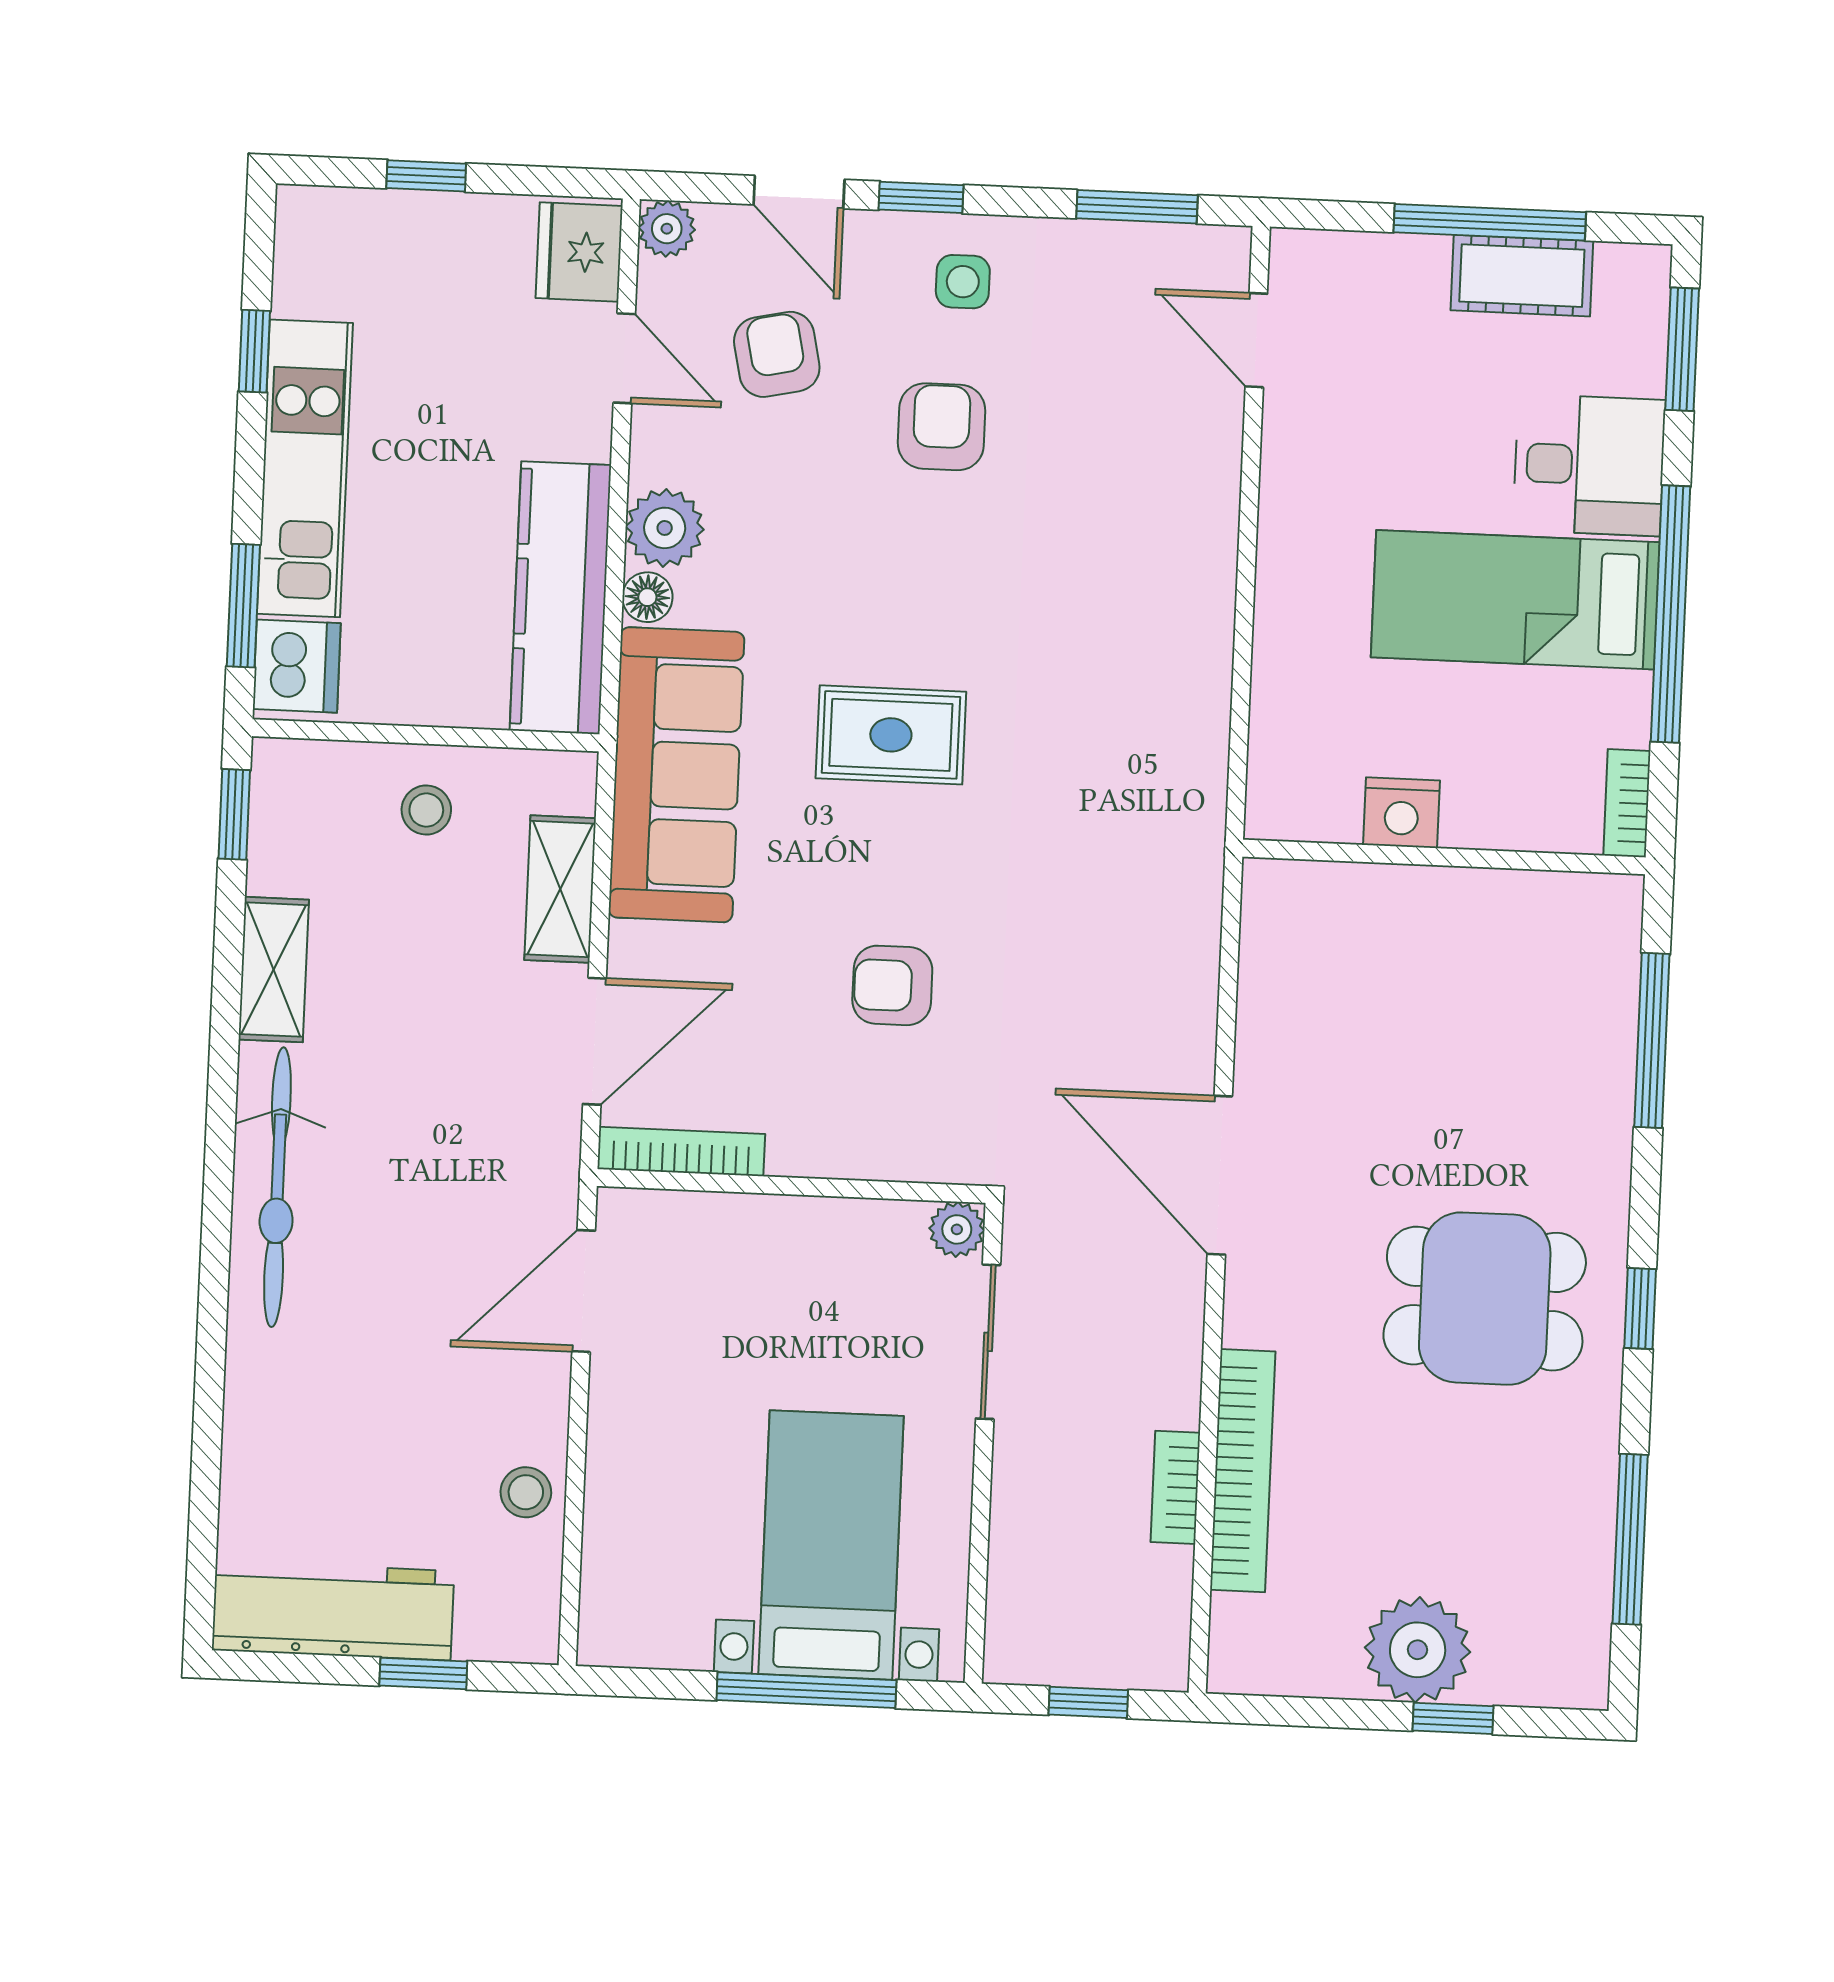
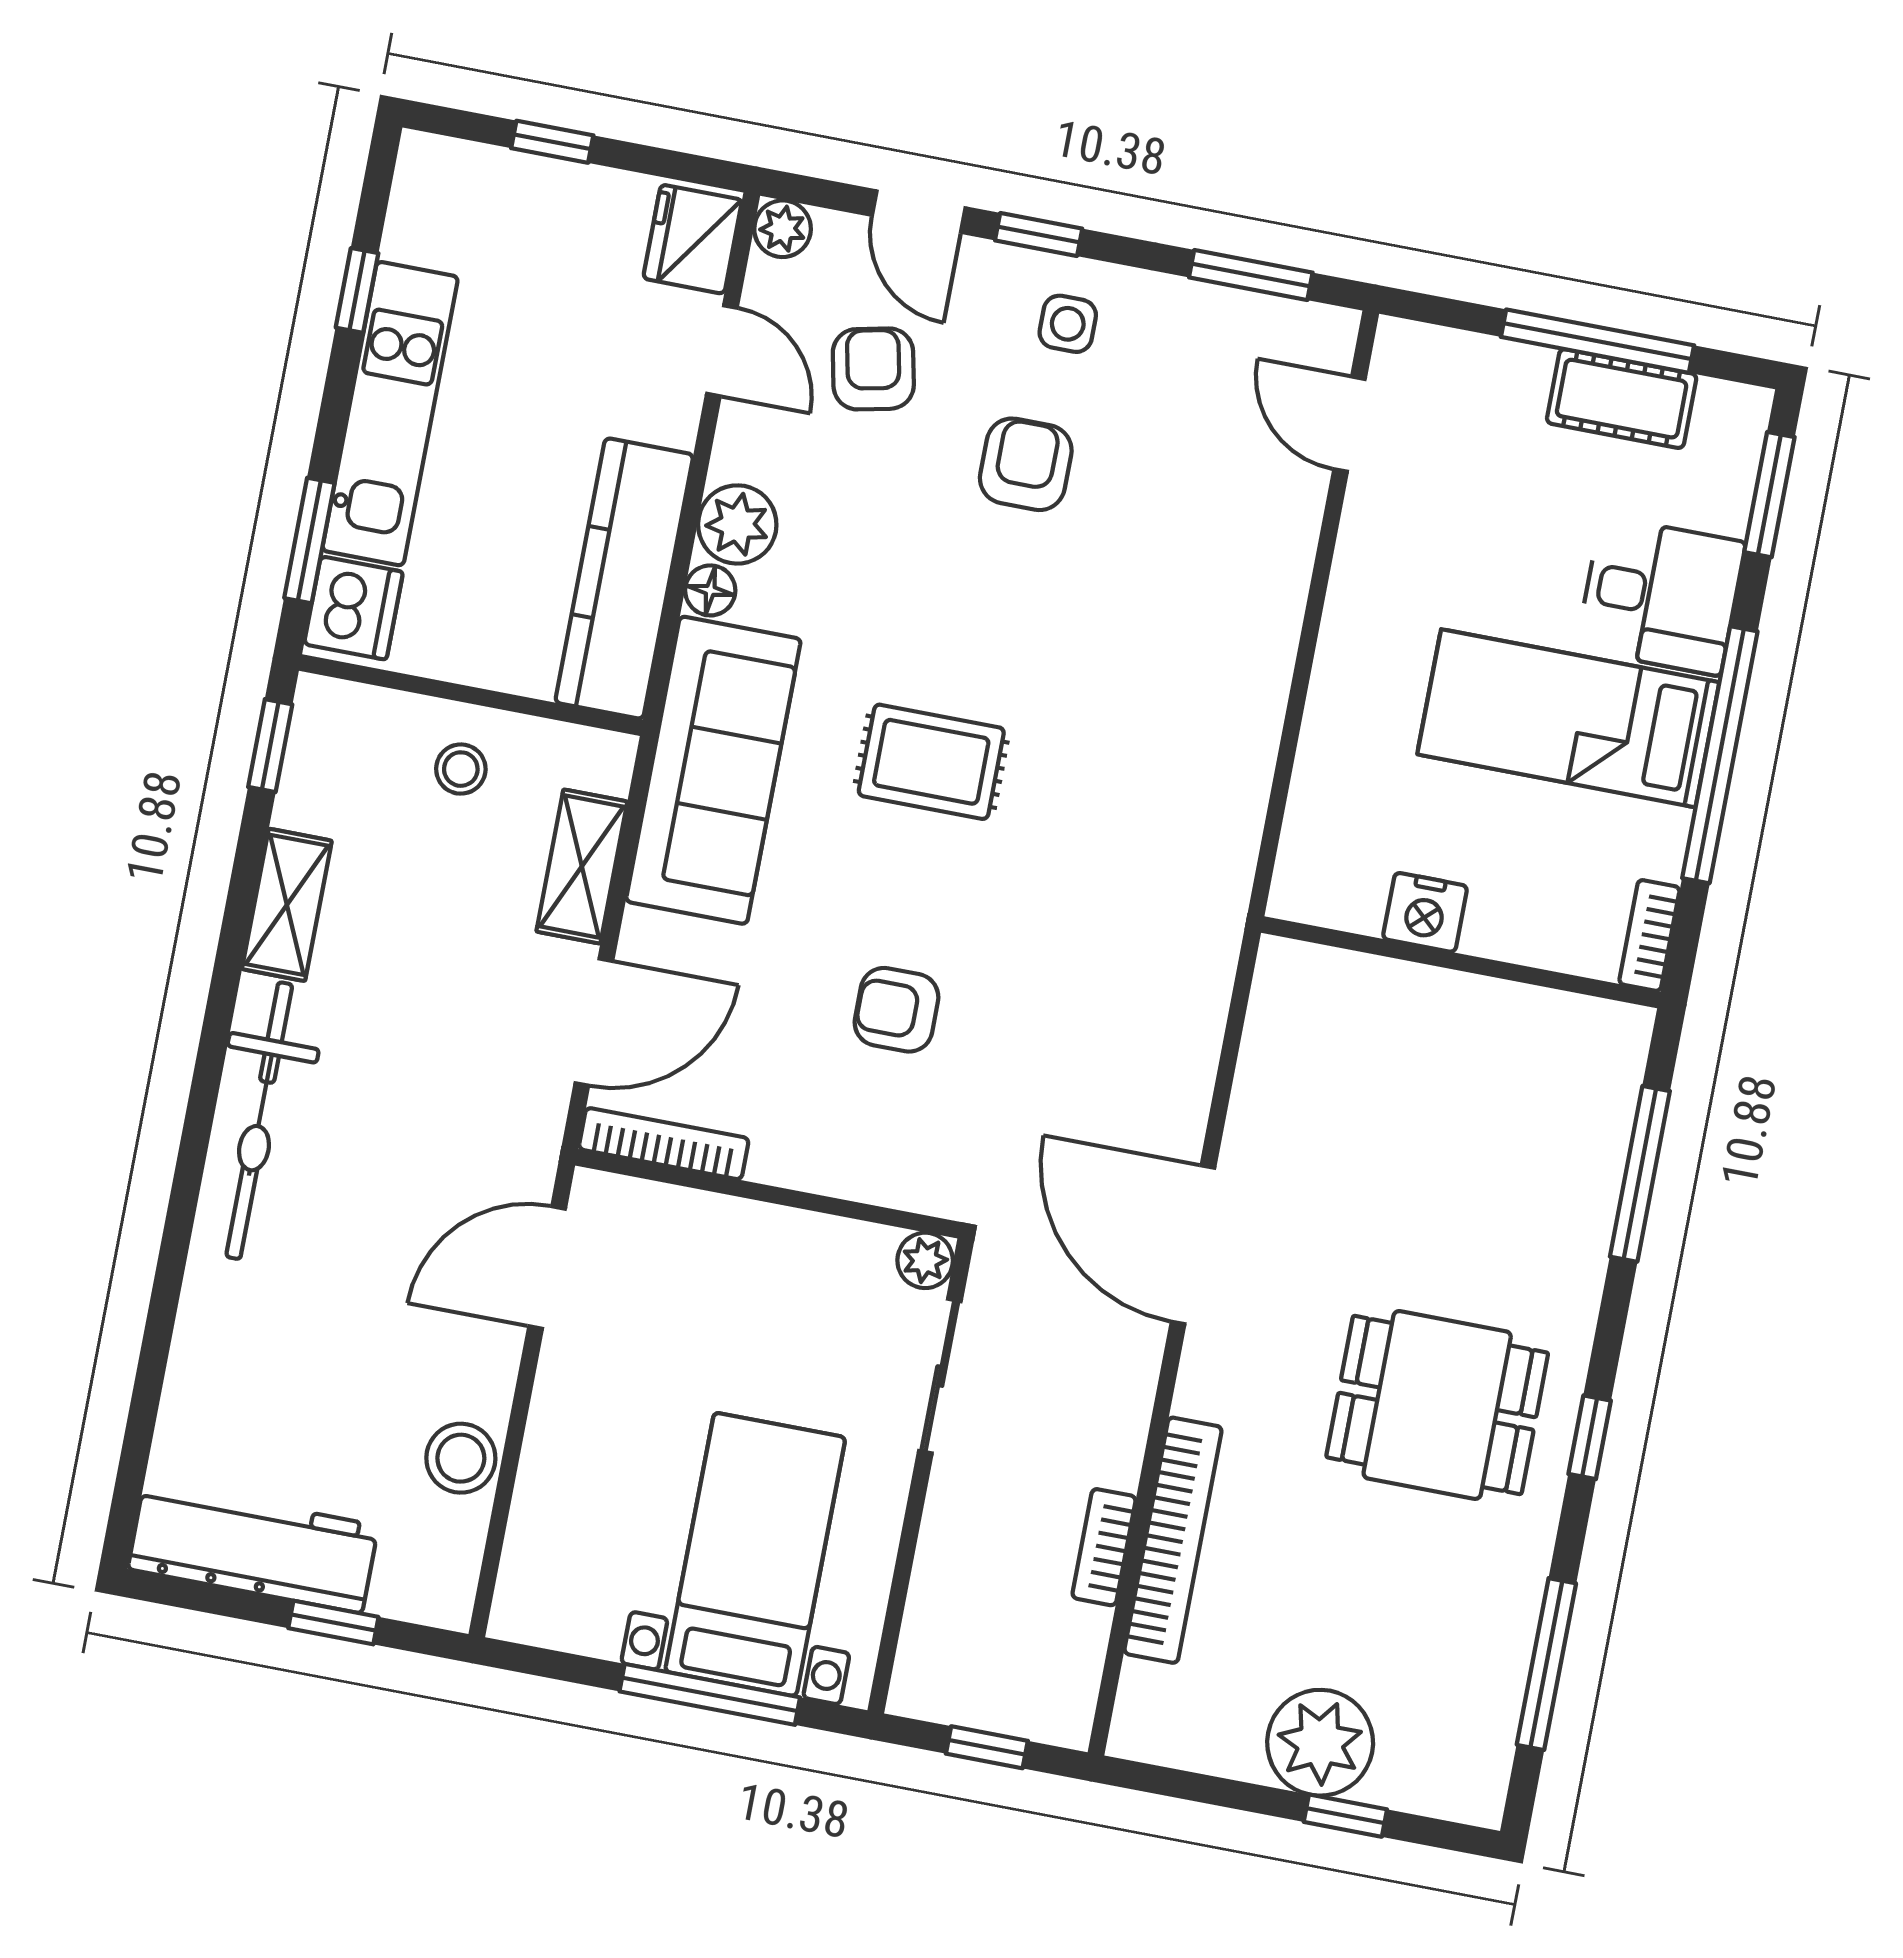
stool: (526, 1492) -> (461, 1458), width x1.37, depth x1.37

